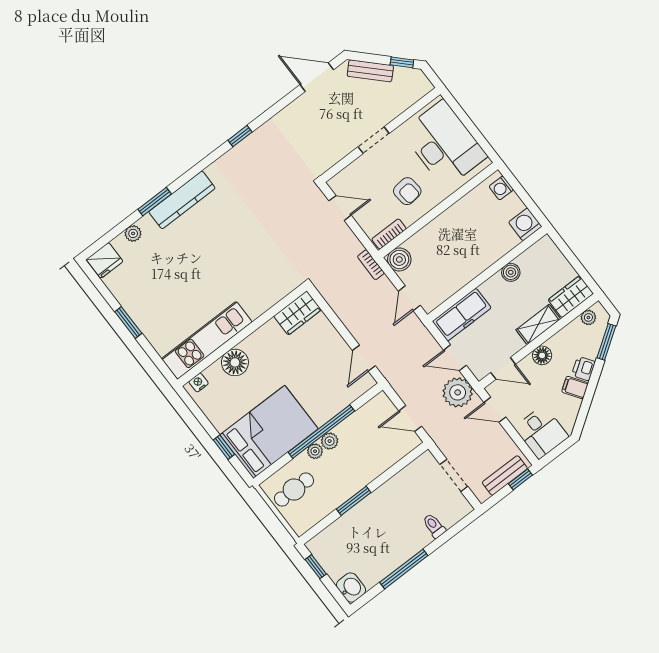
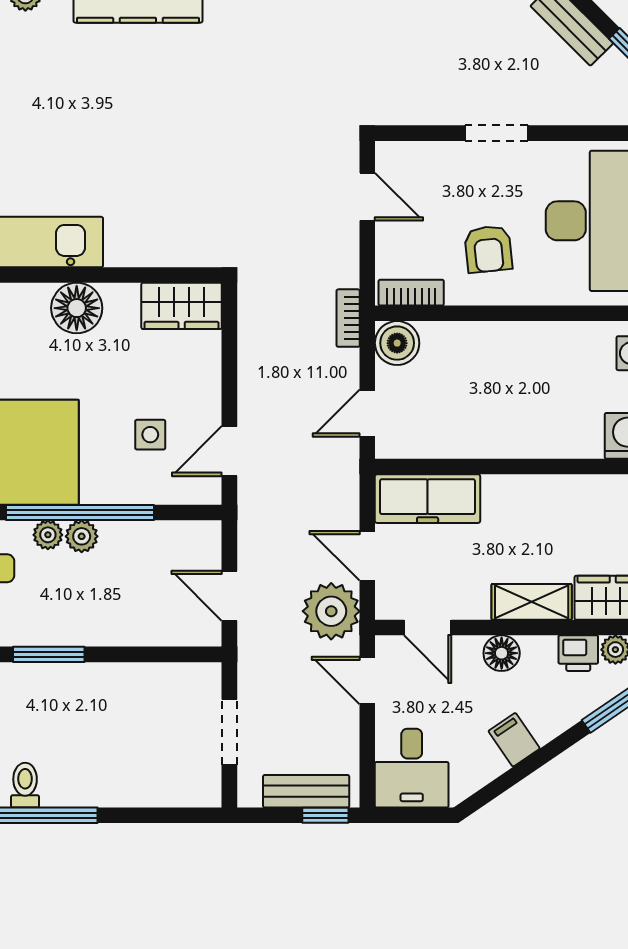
boiler: (511, 272) -> (551, 492), removed
floor lamp: (235, 362) -> (77, 308), moved
printer: (583, 369) -> (578, 653), moved, turned -146
side table: (326, 377) -> (150, 435), added
toilet: (434, 526) -> (25, 785), moved

